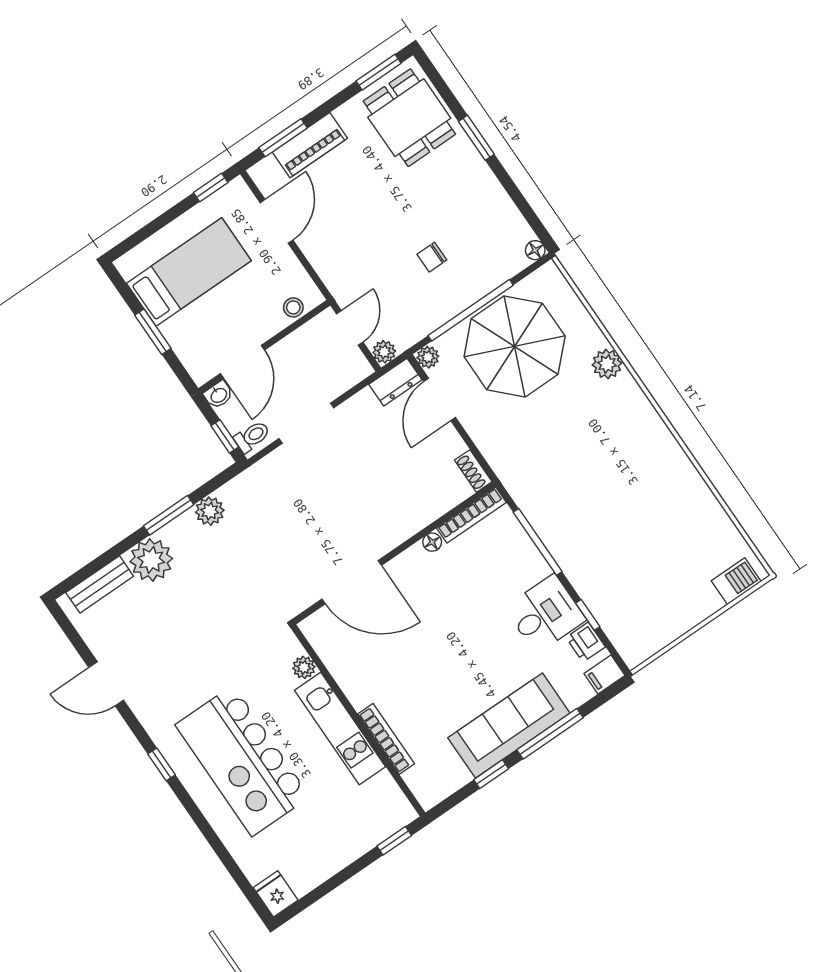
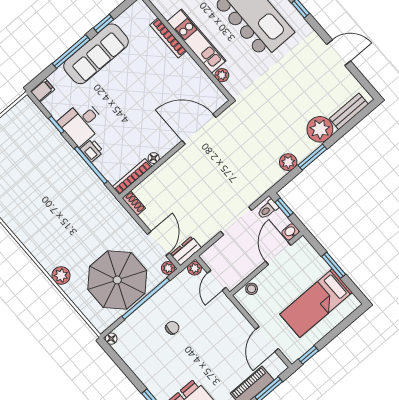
printer: (586, 642) -> (92, 150), moved

